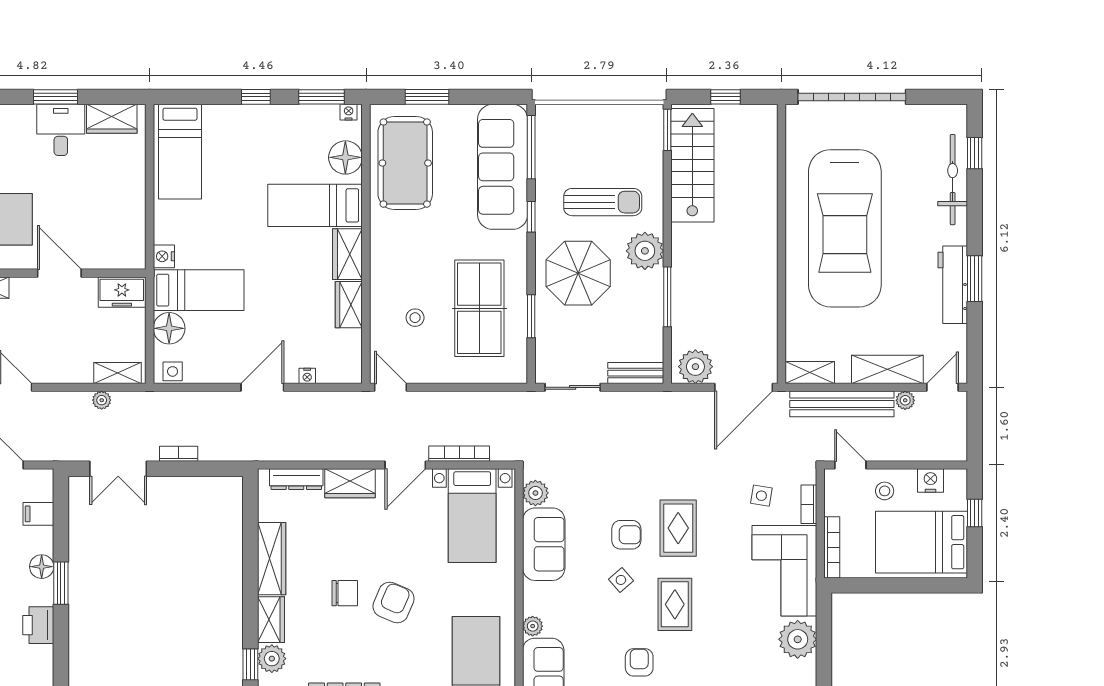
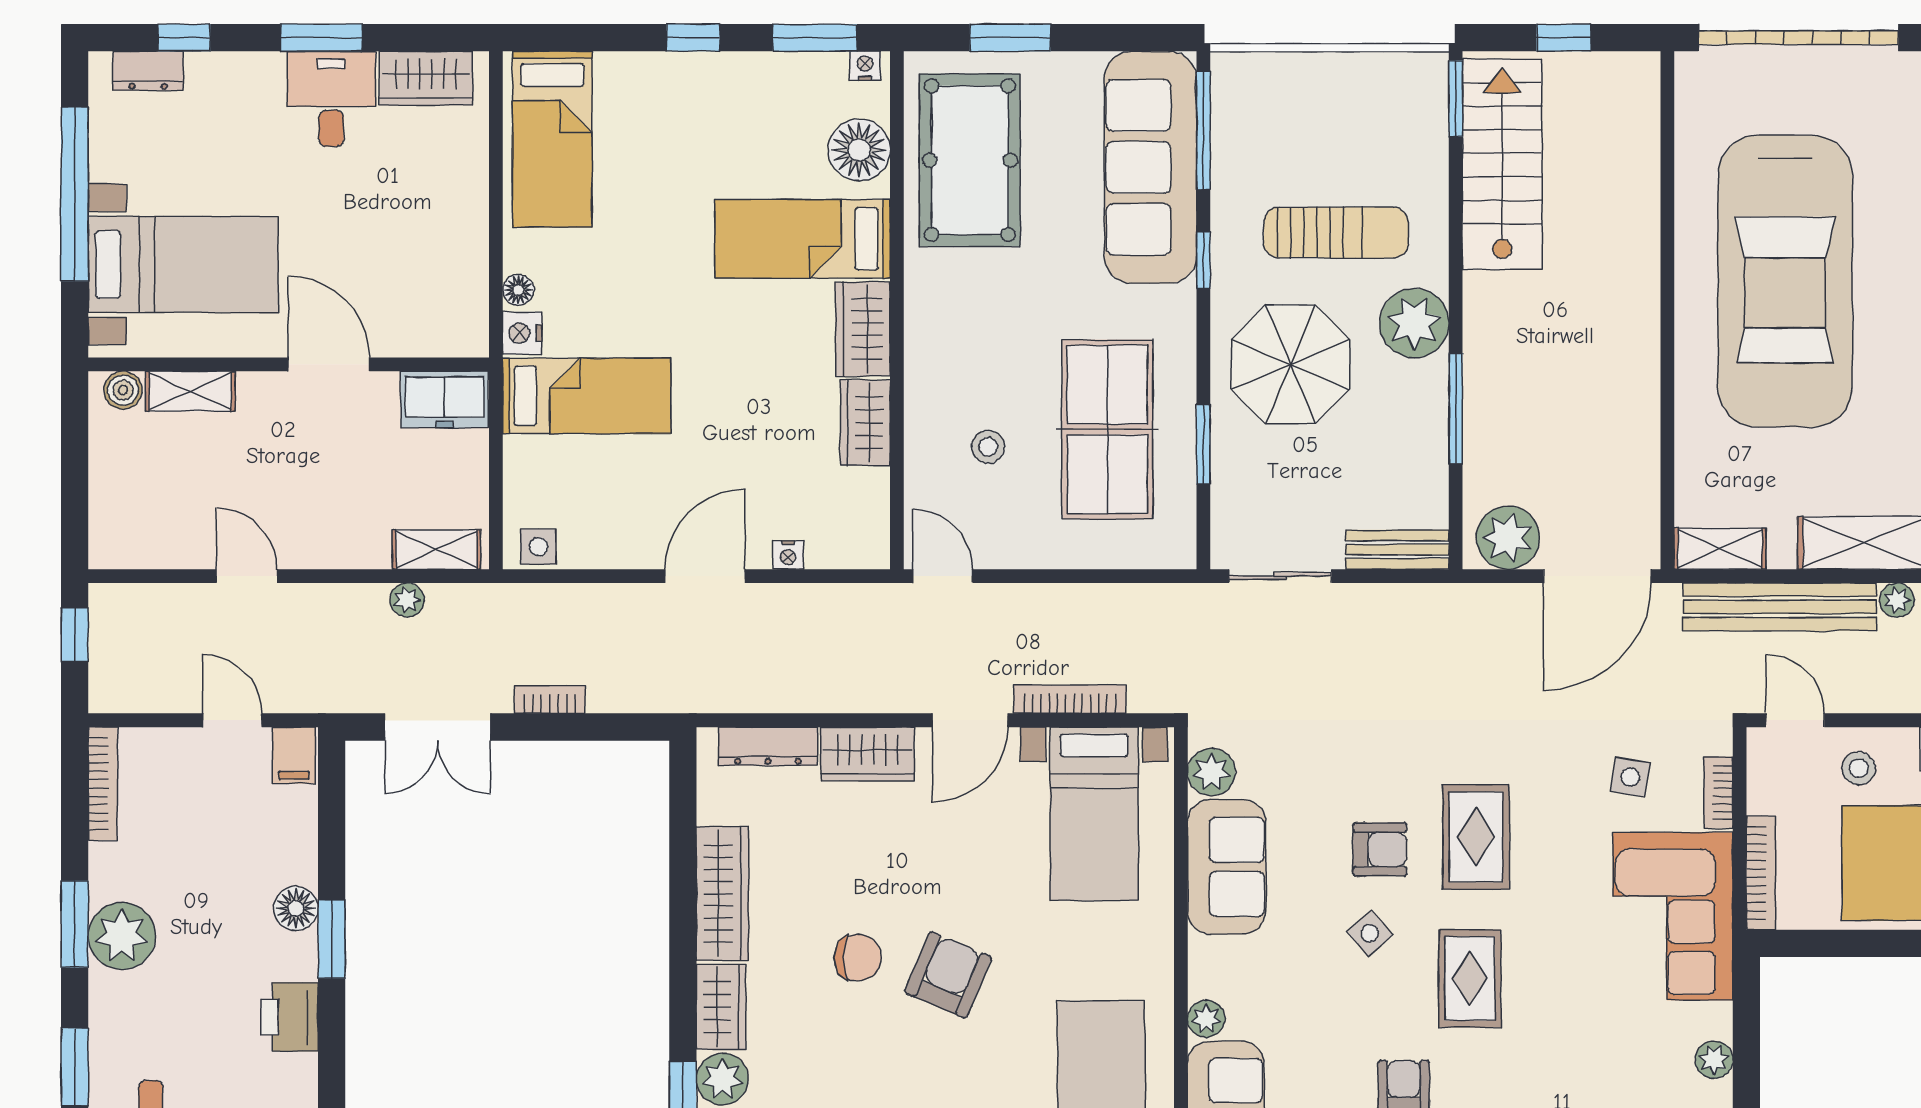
floor lamp: (169, 328) -> (518, 290), moved, width x0.53, depth x0.53
filing cabinet: (38, 514) -> (294, 755), moved, turned -90
plant: (798, 639) -> (1714, 1060), width x0.53, depth x0.53

